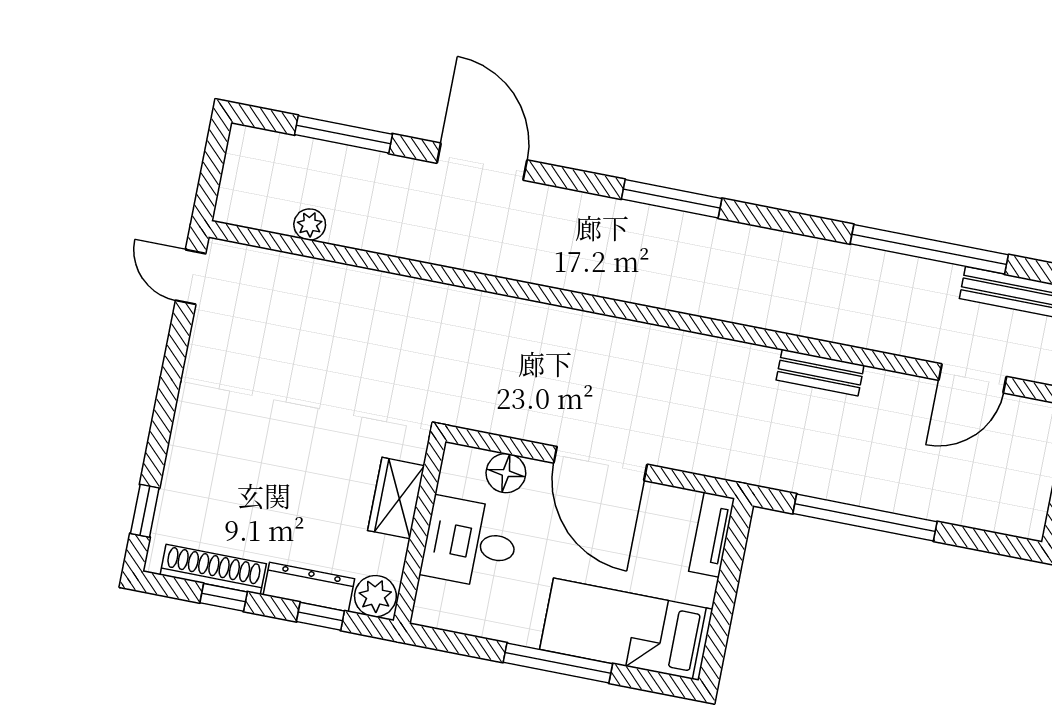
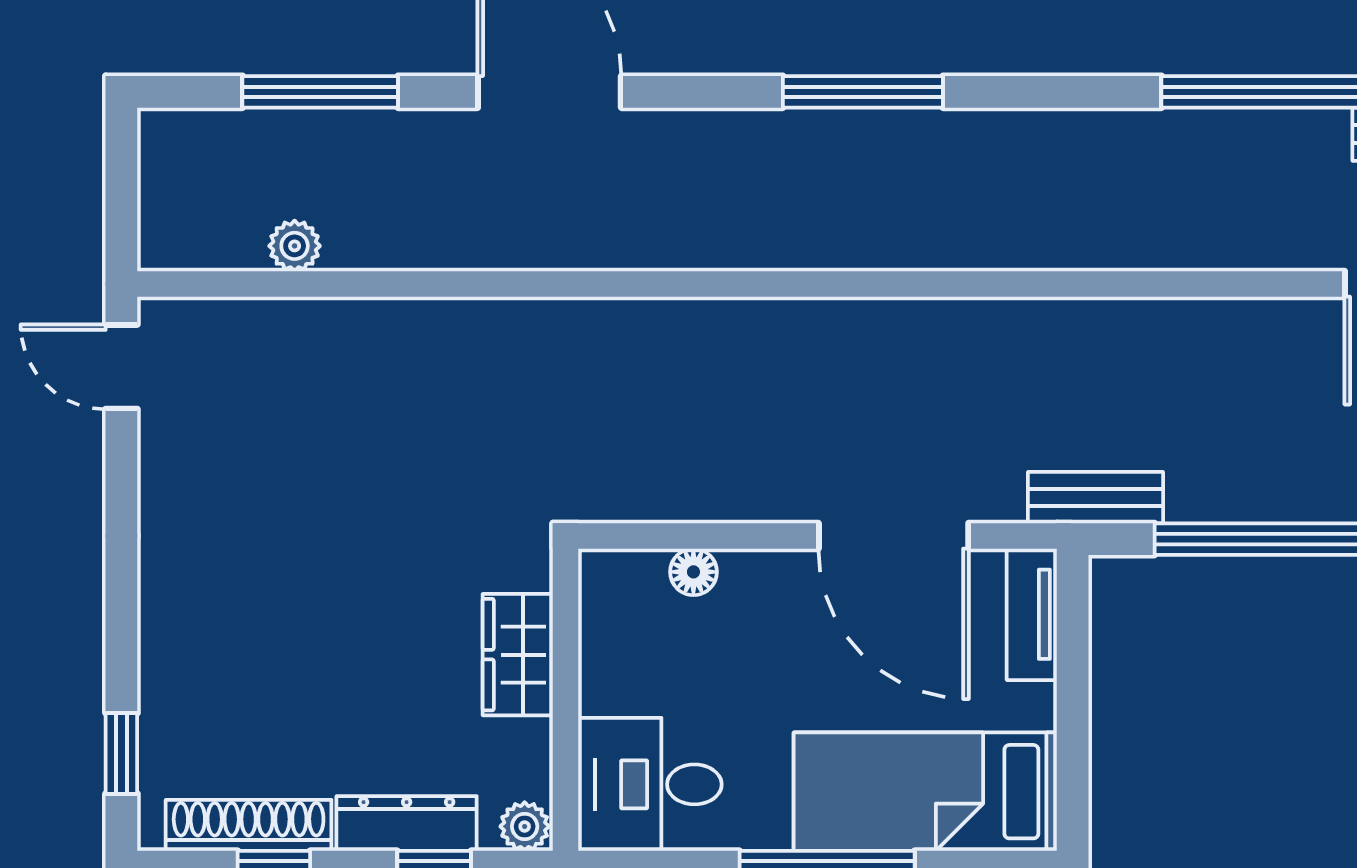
bench: (820, 373) -> (1096, 498), moved
door: (600, 464) -> (894, 536), moved
floor lamp: (506, 473) -> (693, 572), width x0.73, depth x0.73
desk: (470, 543) -> (650, 784), moved
plant: (375, 596) -> (525, 826), width x0.73, depth x0.73

